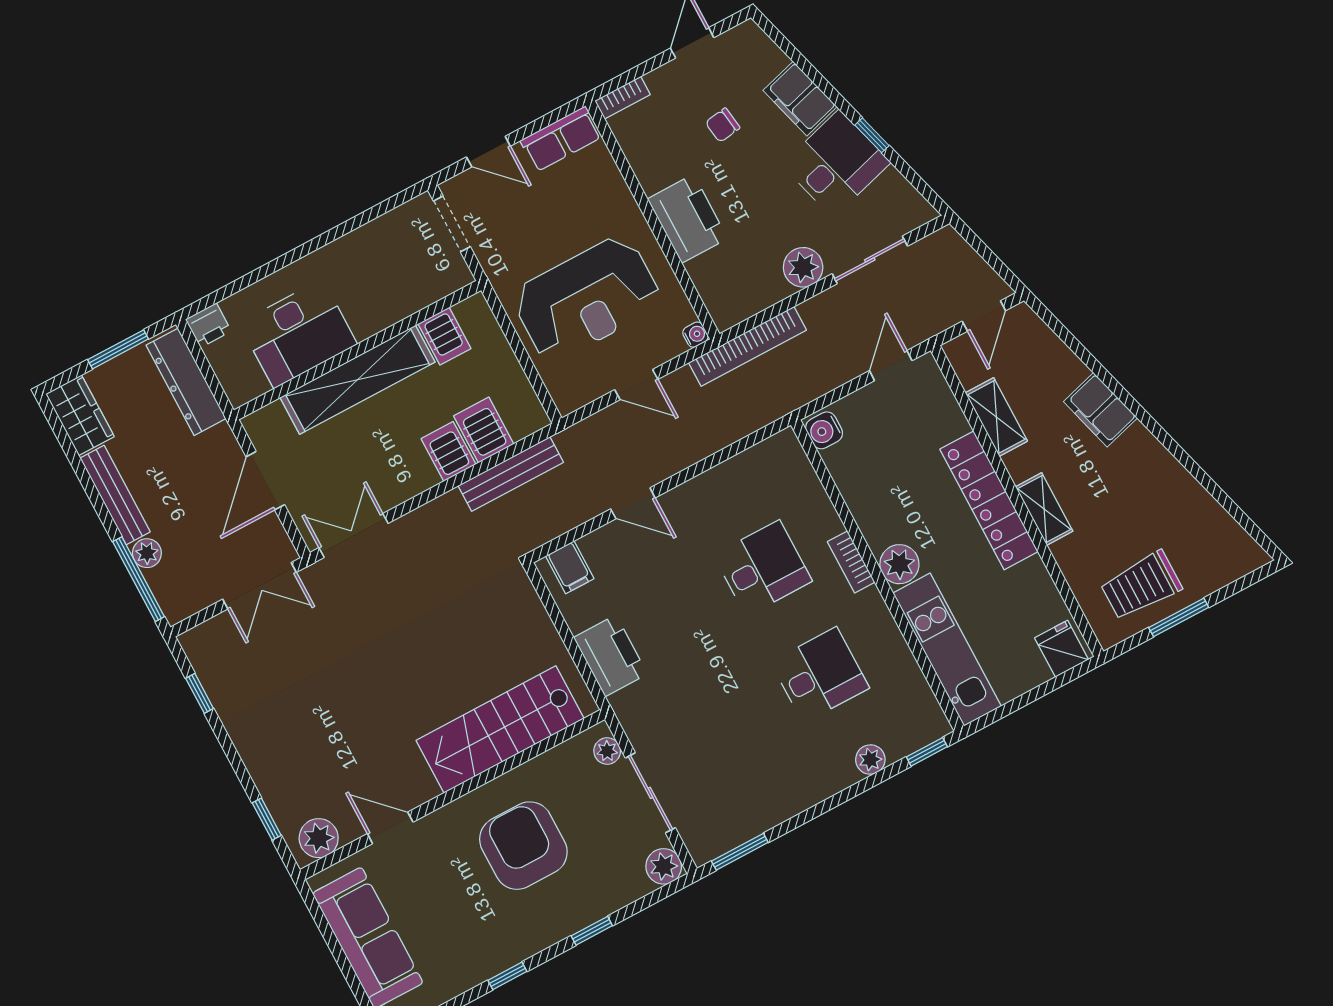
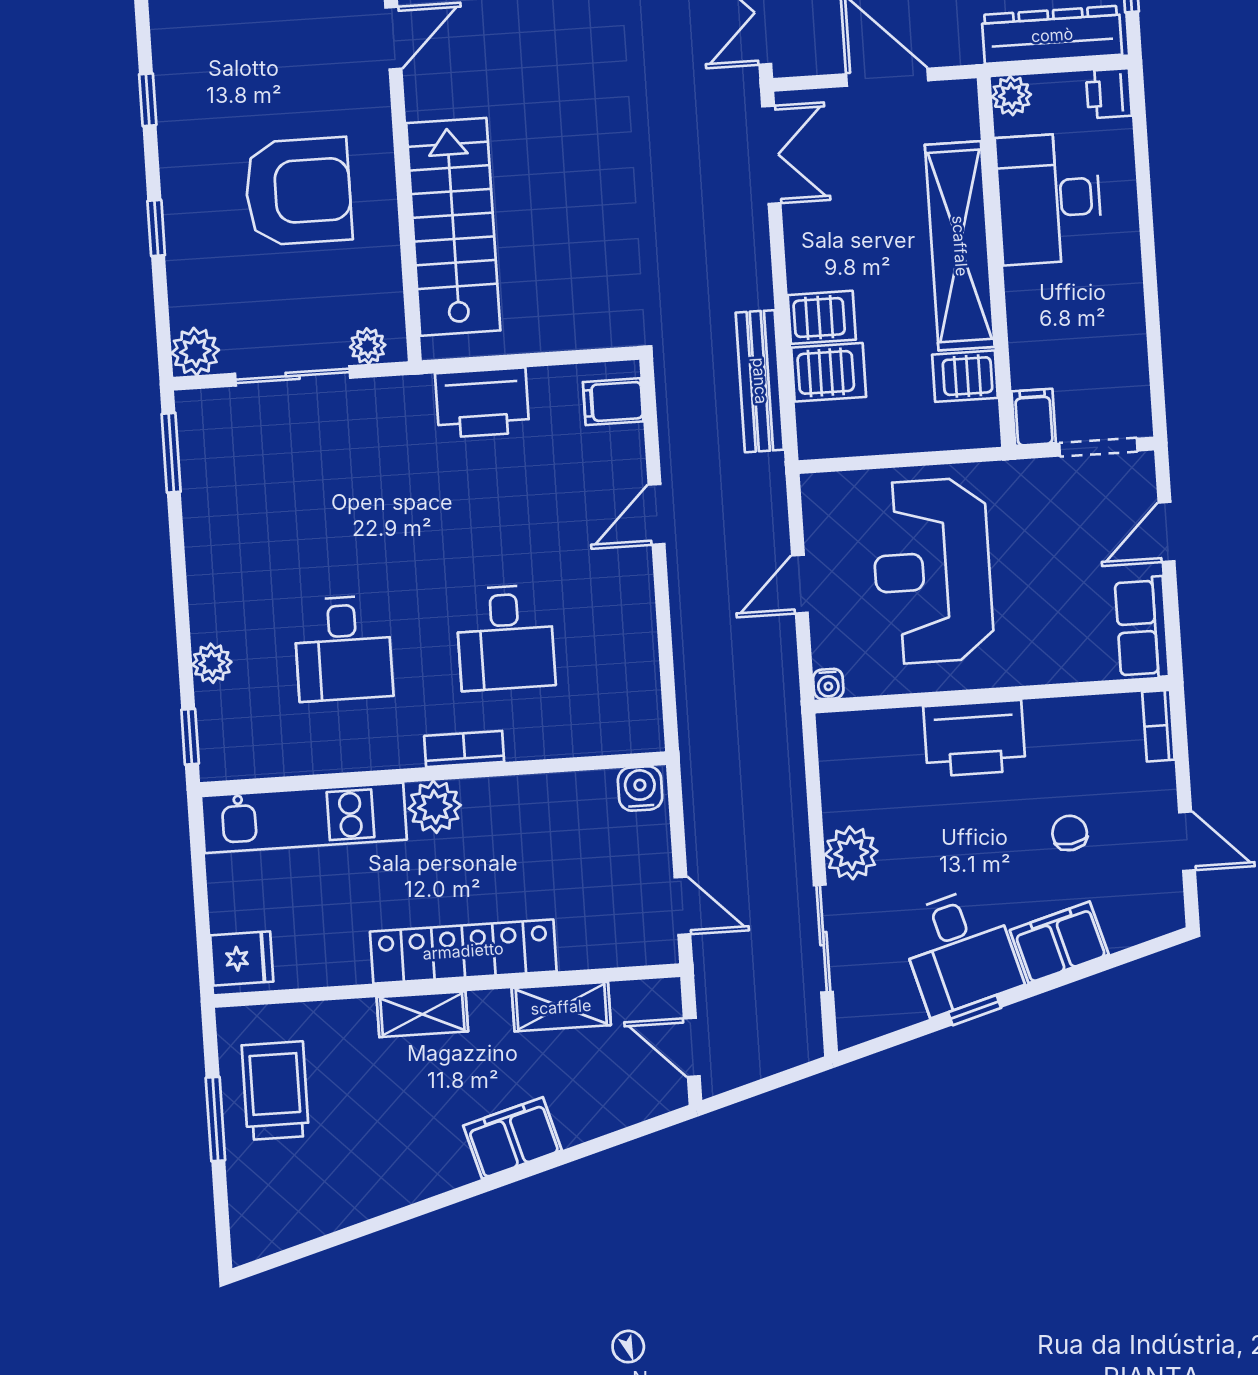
filing cabinet: (451, 277) -> (1034, 417), added
bookcase: (748, 346) -> (785, 741), removed
plant: (240, 391) -> (1012, 96), added

